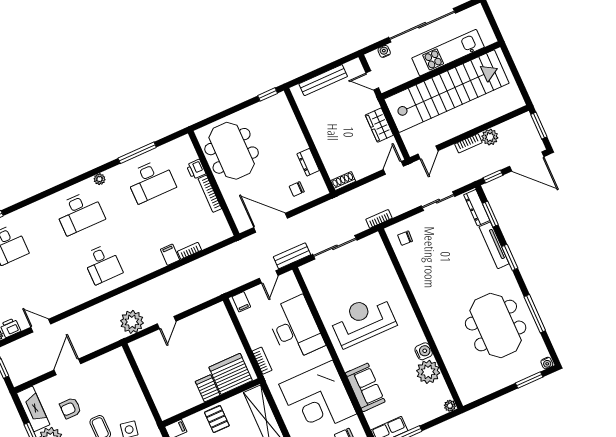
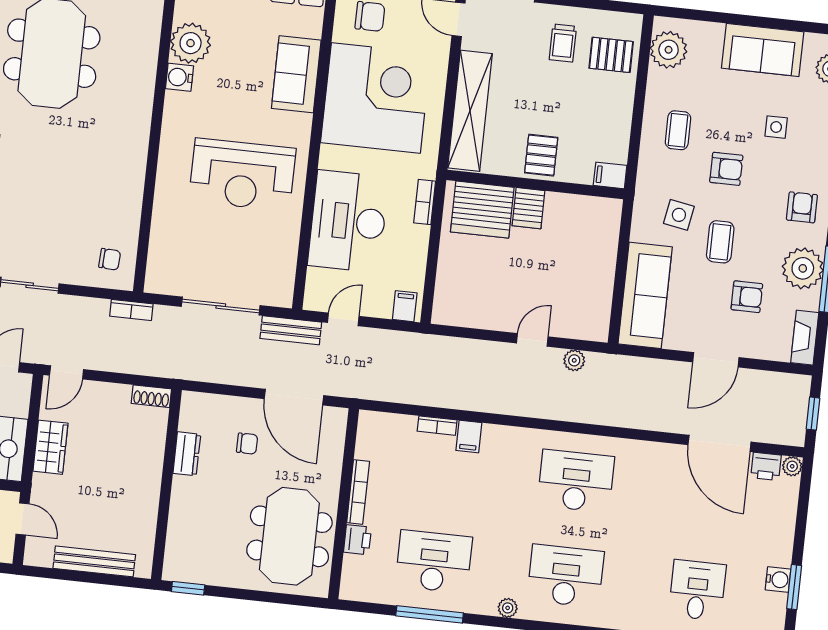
chair: (297, 189) -> (247, 444), moved
desk: (103, 264) -> (576, 481), width x1.37
plant: (132, 322) -> (574, 360), width x0.53, depth x0.53
door: (41, 326) -> (720, 443), width x1.87
sofa: (122, 379) -> (645, 295), added
fireplace: (33, 409) -> (805, 338), width x0.73, depth x0.76

